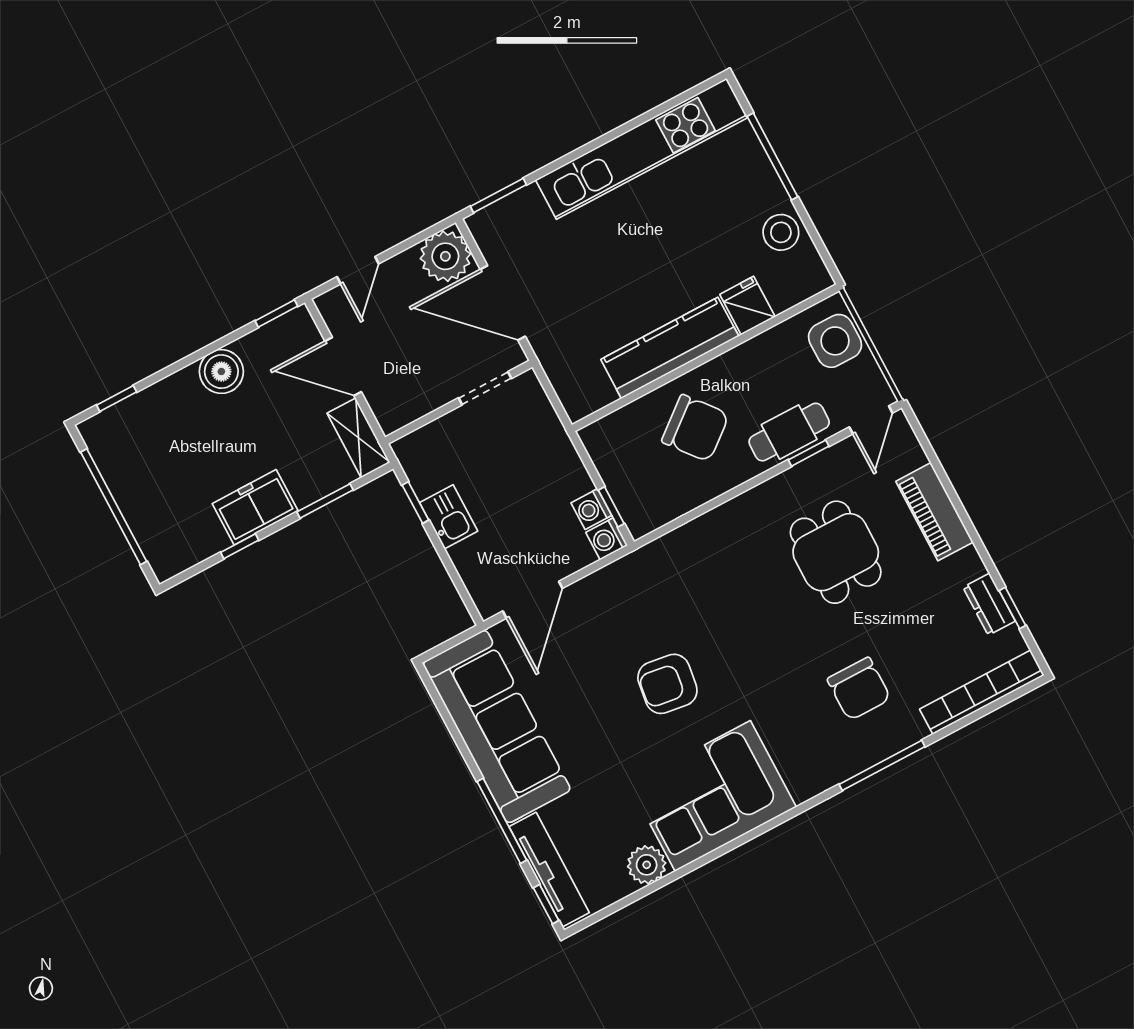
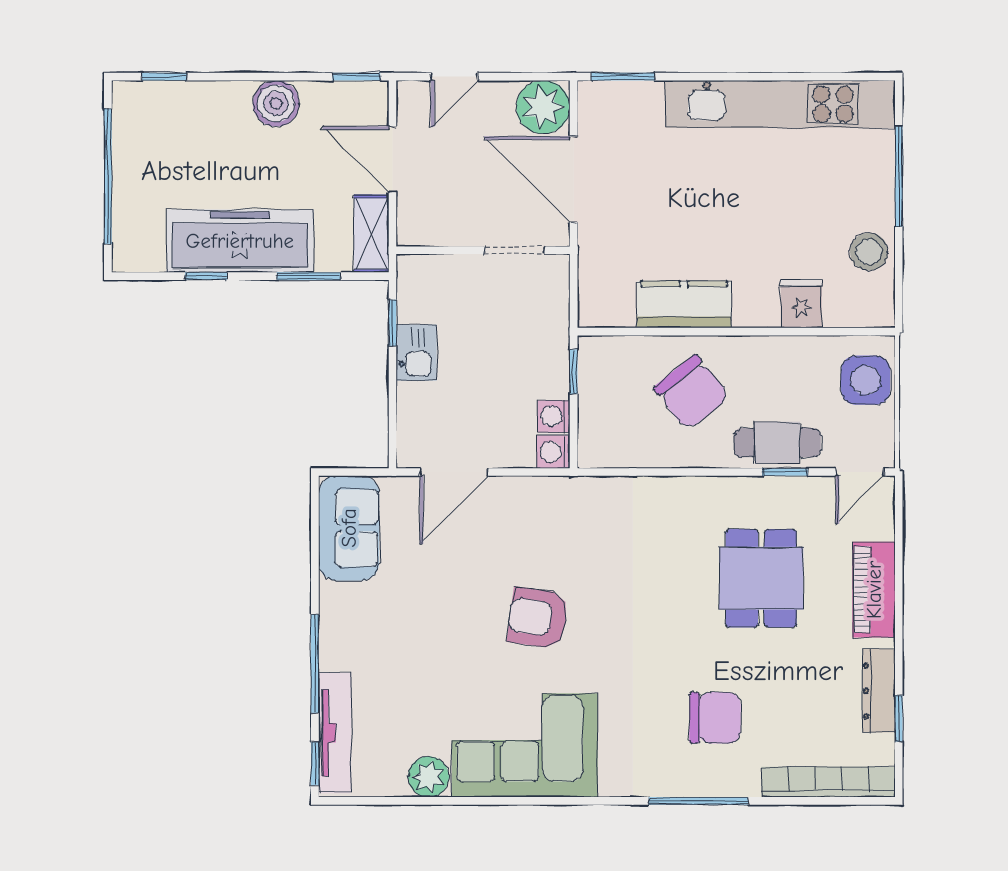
kitchen counter: (670, 348) -> (684, 304), width x0.67
freezer: (255, 507) -> (240, 241), width x1.91, depth x1.26
window: (611, 507) -> (574, 372), moved
dresser: (989, 604) -> (879, 691), width x1.44
chair: (859, 689) -> (715, 718), turned -90
sofa: (497, 726) -> (349, 528), width x0.54, depth x0.79

